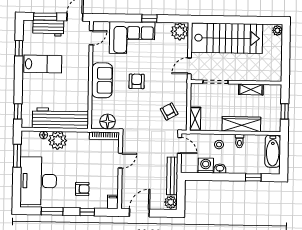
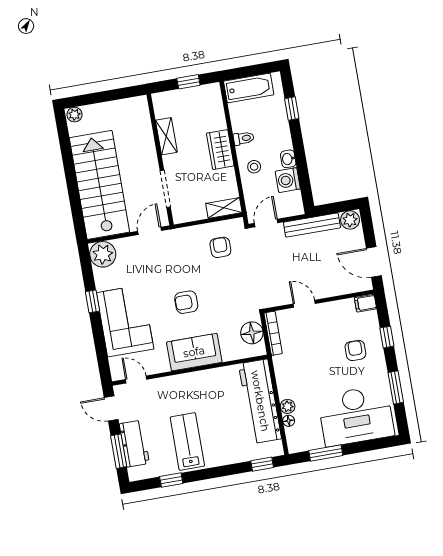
door: (189, 66) -> (150, 231), swing flipped
armchair: (169, 111) -> (220, 247), turned 119
wardrobe: (241, 124) -> (220, 150), width x0.67
plant: (58, 140) -> (288, 406), width x0.53, depth x0.53

